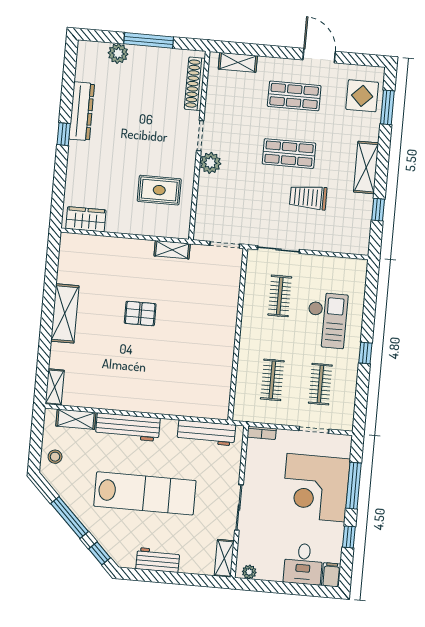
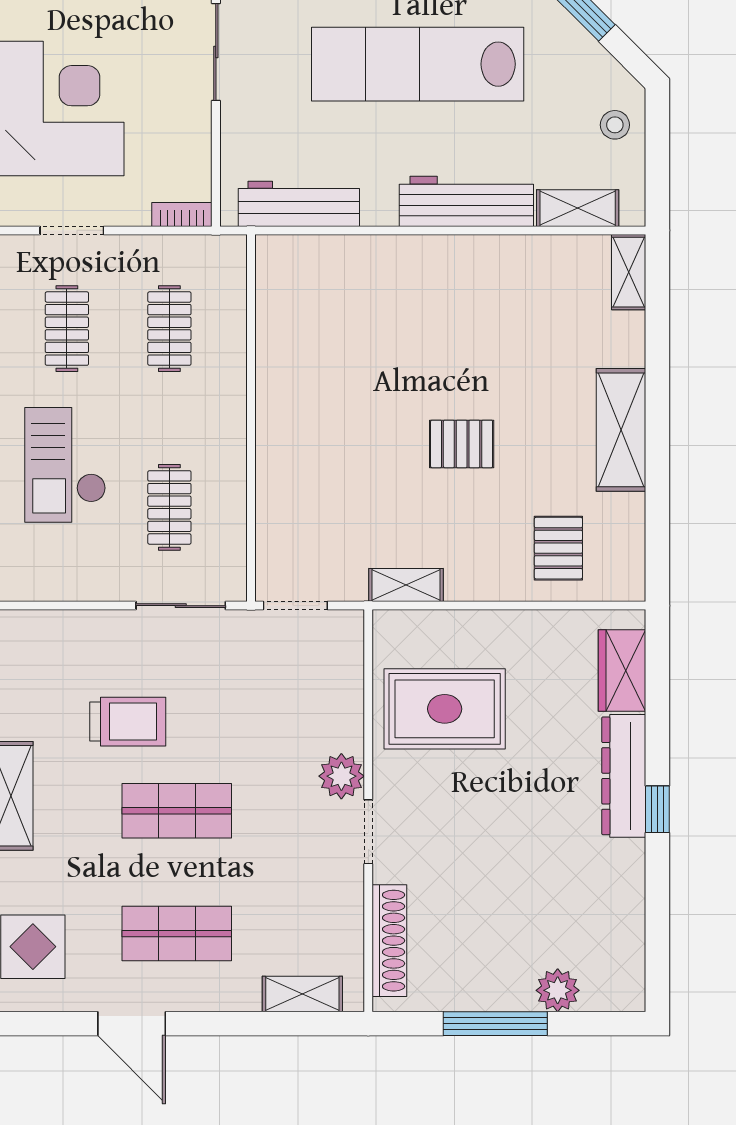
dresser: (82, 111) -> (624, 776), moved
rug: (159, 190) -> (445, 709), width x1.36, depth x1.43
wardrobe: (86, 219) -> (622, 670), moved, turned 90
pallet: (99, 261) -> (558, 548), added

